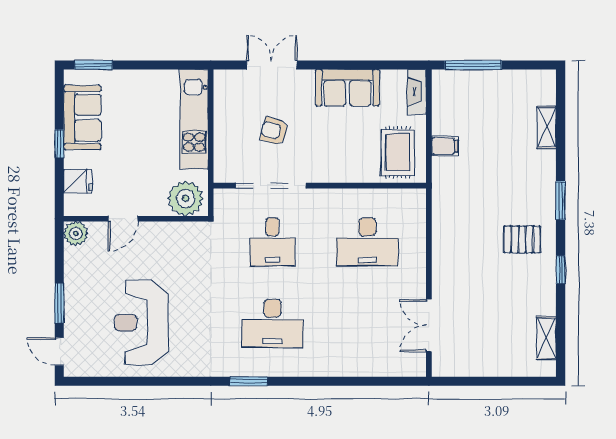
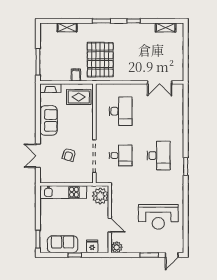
pallet: (522, 239) -> (100, 60), moved, width x2.05, depth x2.00

